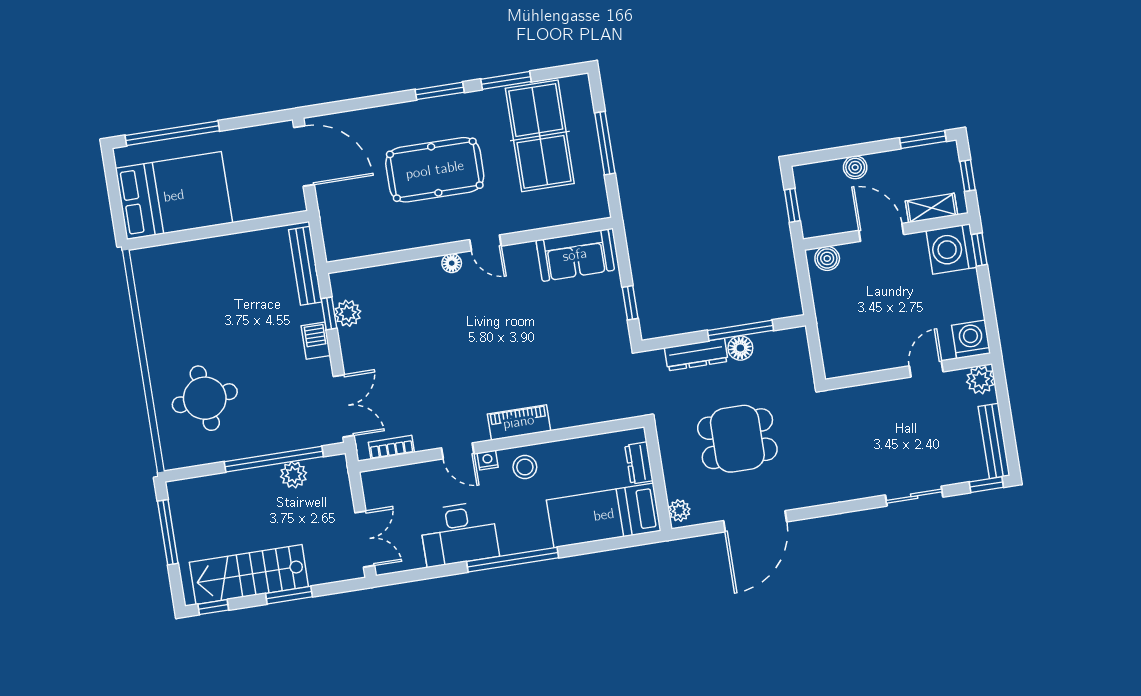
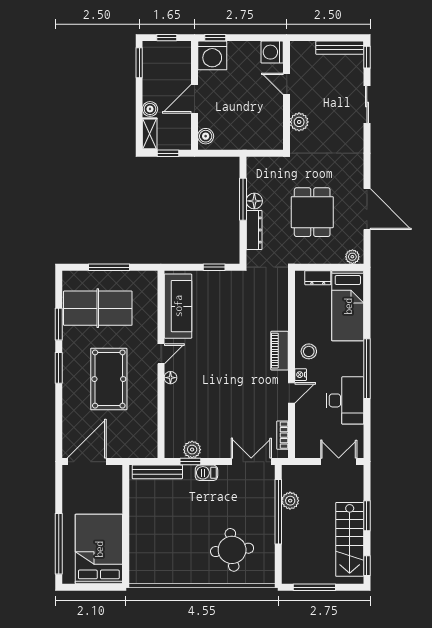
shelving: (931, 208) -> (150, 134), moved
sofa: (575, 255) -> (178, 306), width x1.36
plant: (980, 380) -> (299, 122), moved

